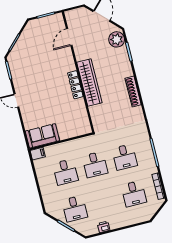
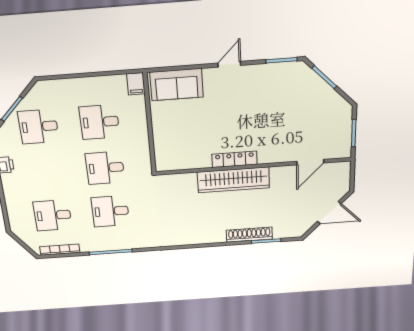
door: (69, 37) -> (310, 162), swing flipped
plant: (117, 39) -> (289, 228), removed
shoe rack: (133, 91) -> (249, 235), moved
sofa: (42, 136) -> (177, 85), moved, turned 90

